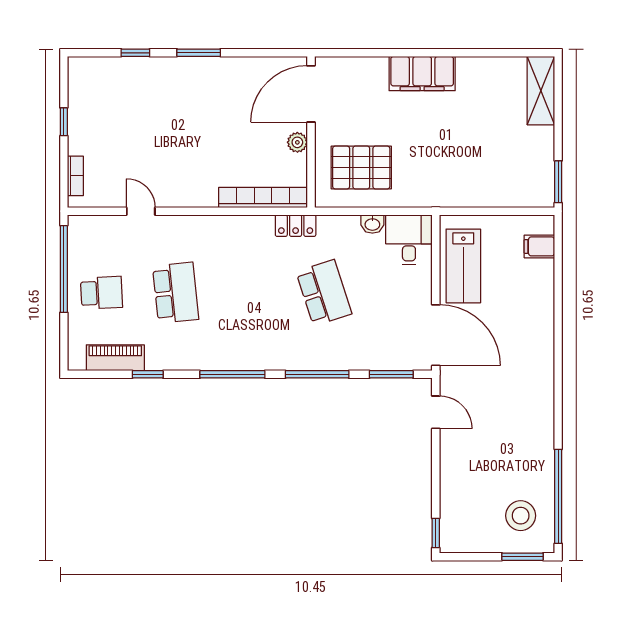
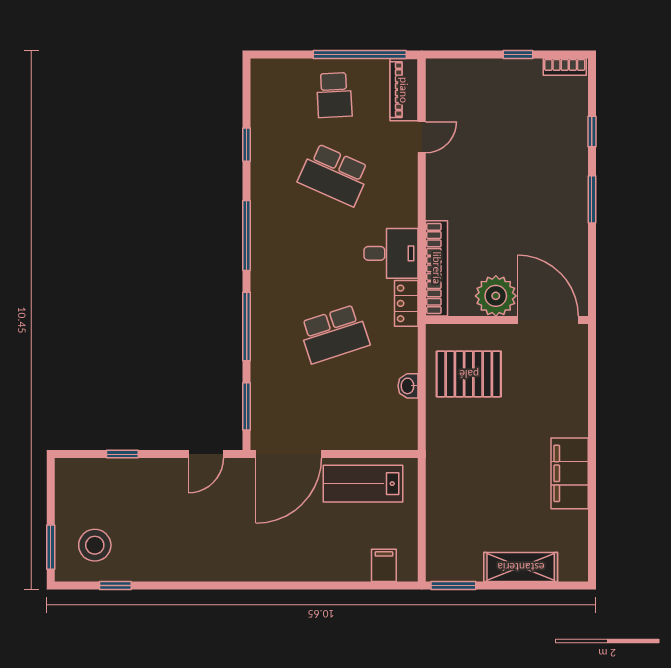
filing cabinet: (422, 74) -> (570, 473), moved
shelving: (541, 91) -> (521, 567), moved
plant: (297, 142) -> (496, 296), width x1.87, depth x1.87
pallet: (361, 167) -> (469, 374), turned 90
bookcase: (75, 176) -> (565, 67), moved
desk: (409, 240) -> (391, 253), moved
school desk: (176, 293) -> (334, 175), turned 30
piano: (115, 358) -> (404, 90), moved, turned 180
window: (558, 496) -> (115, 586), width x0.32
window: (436, 533) -> (122, 454), moved

